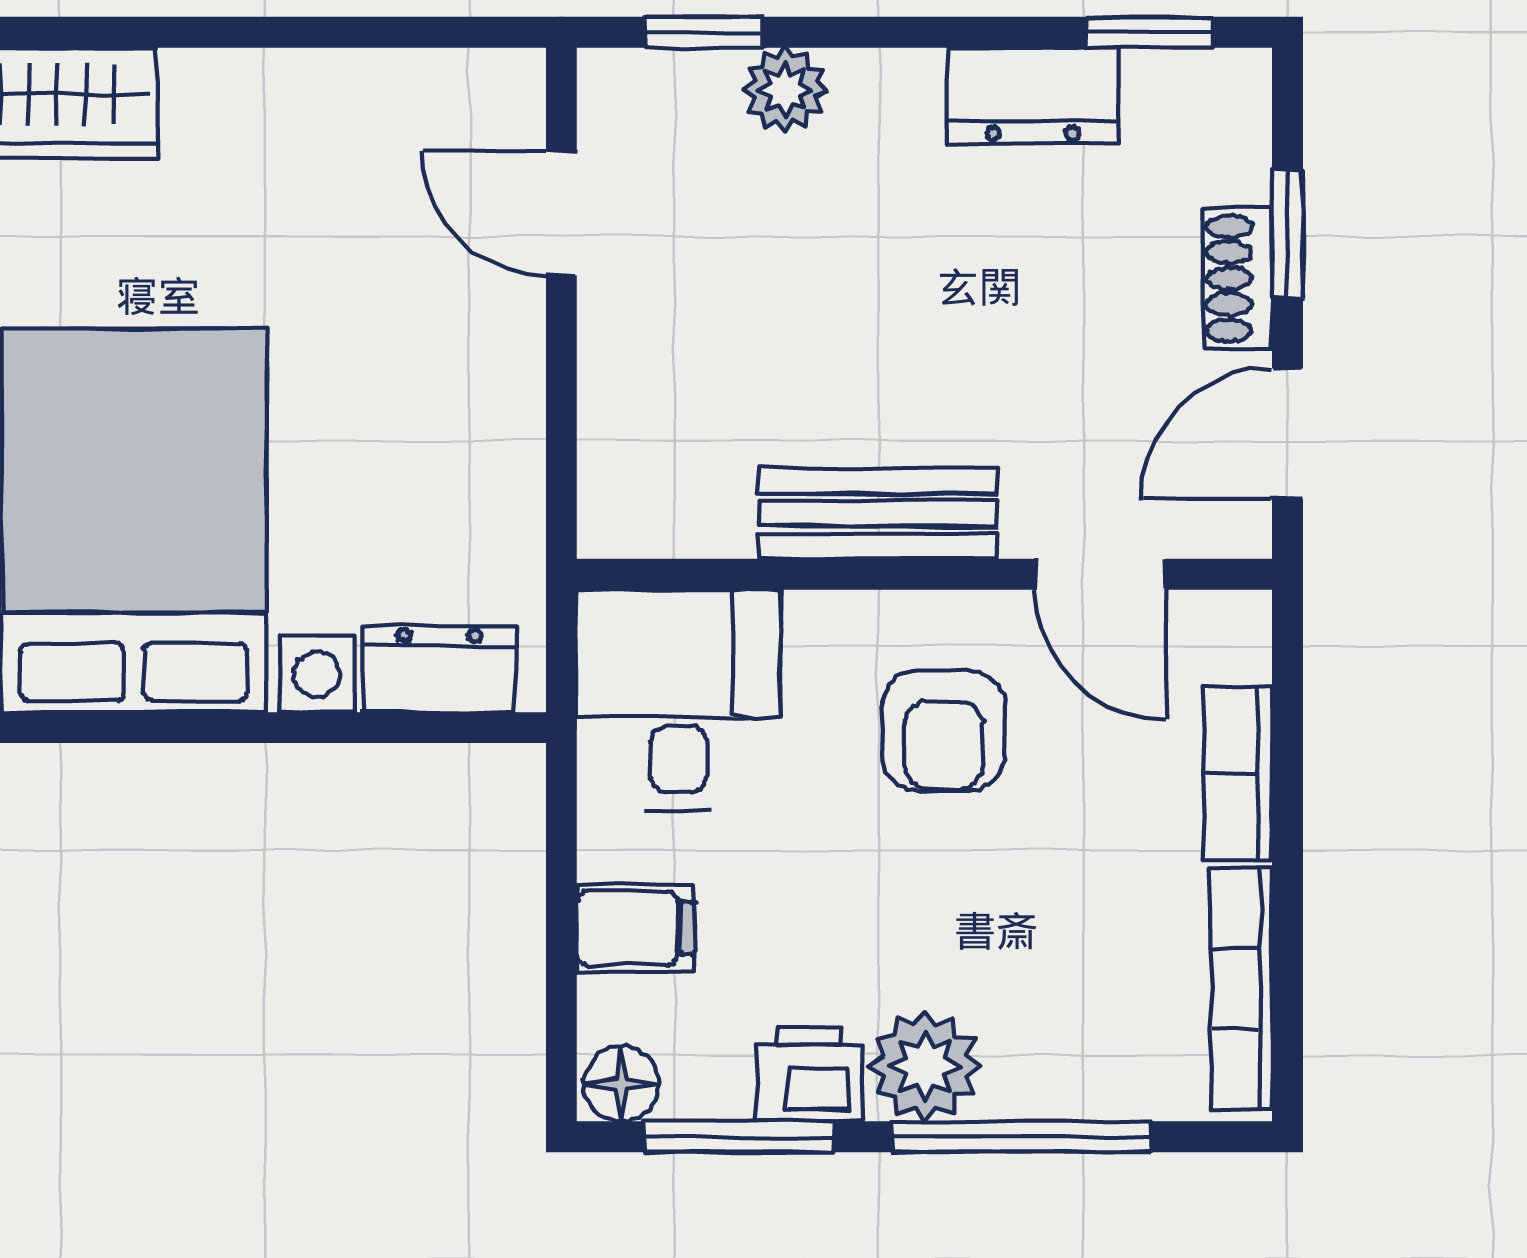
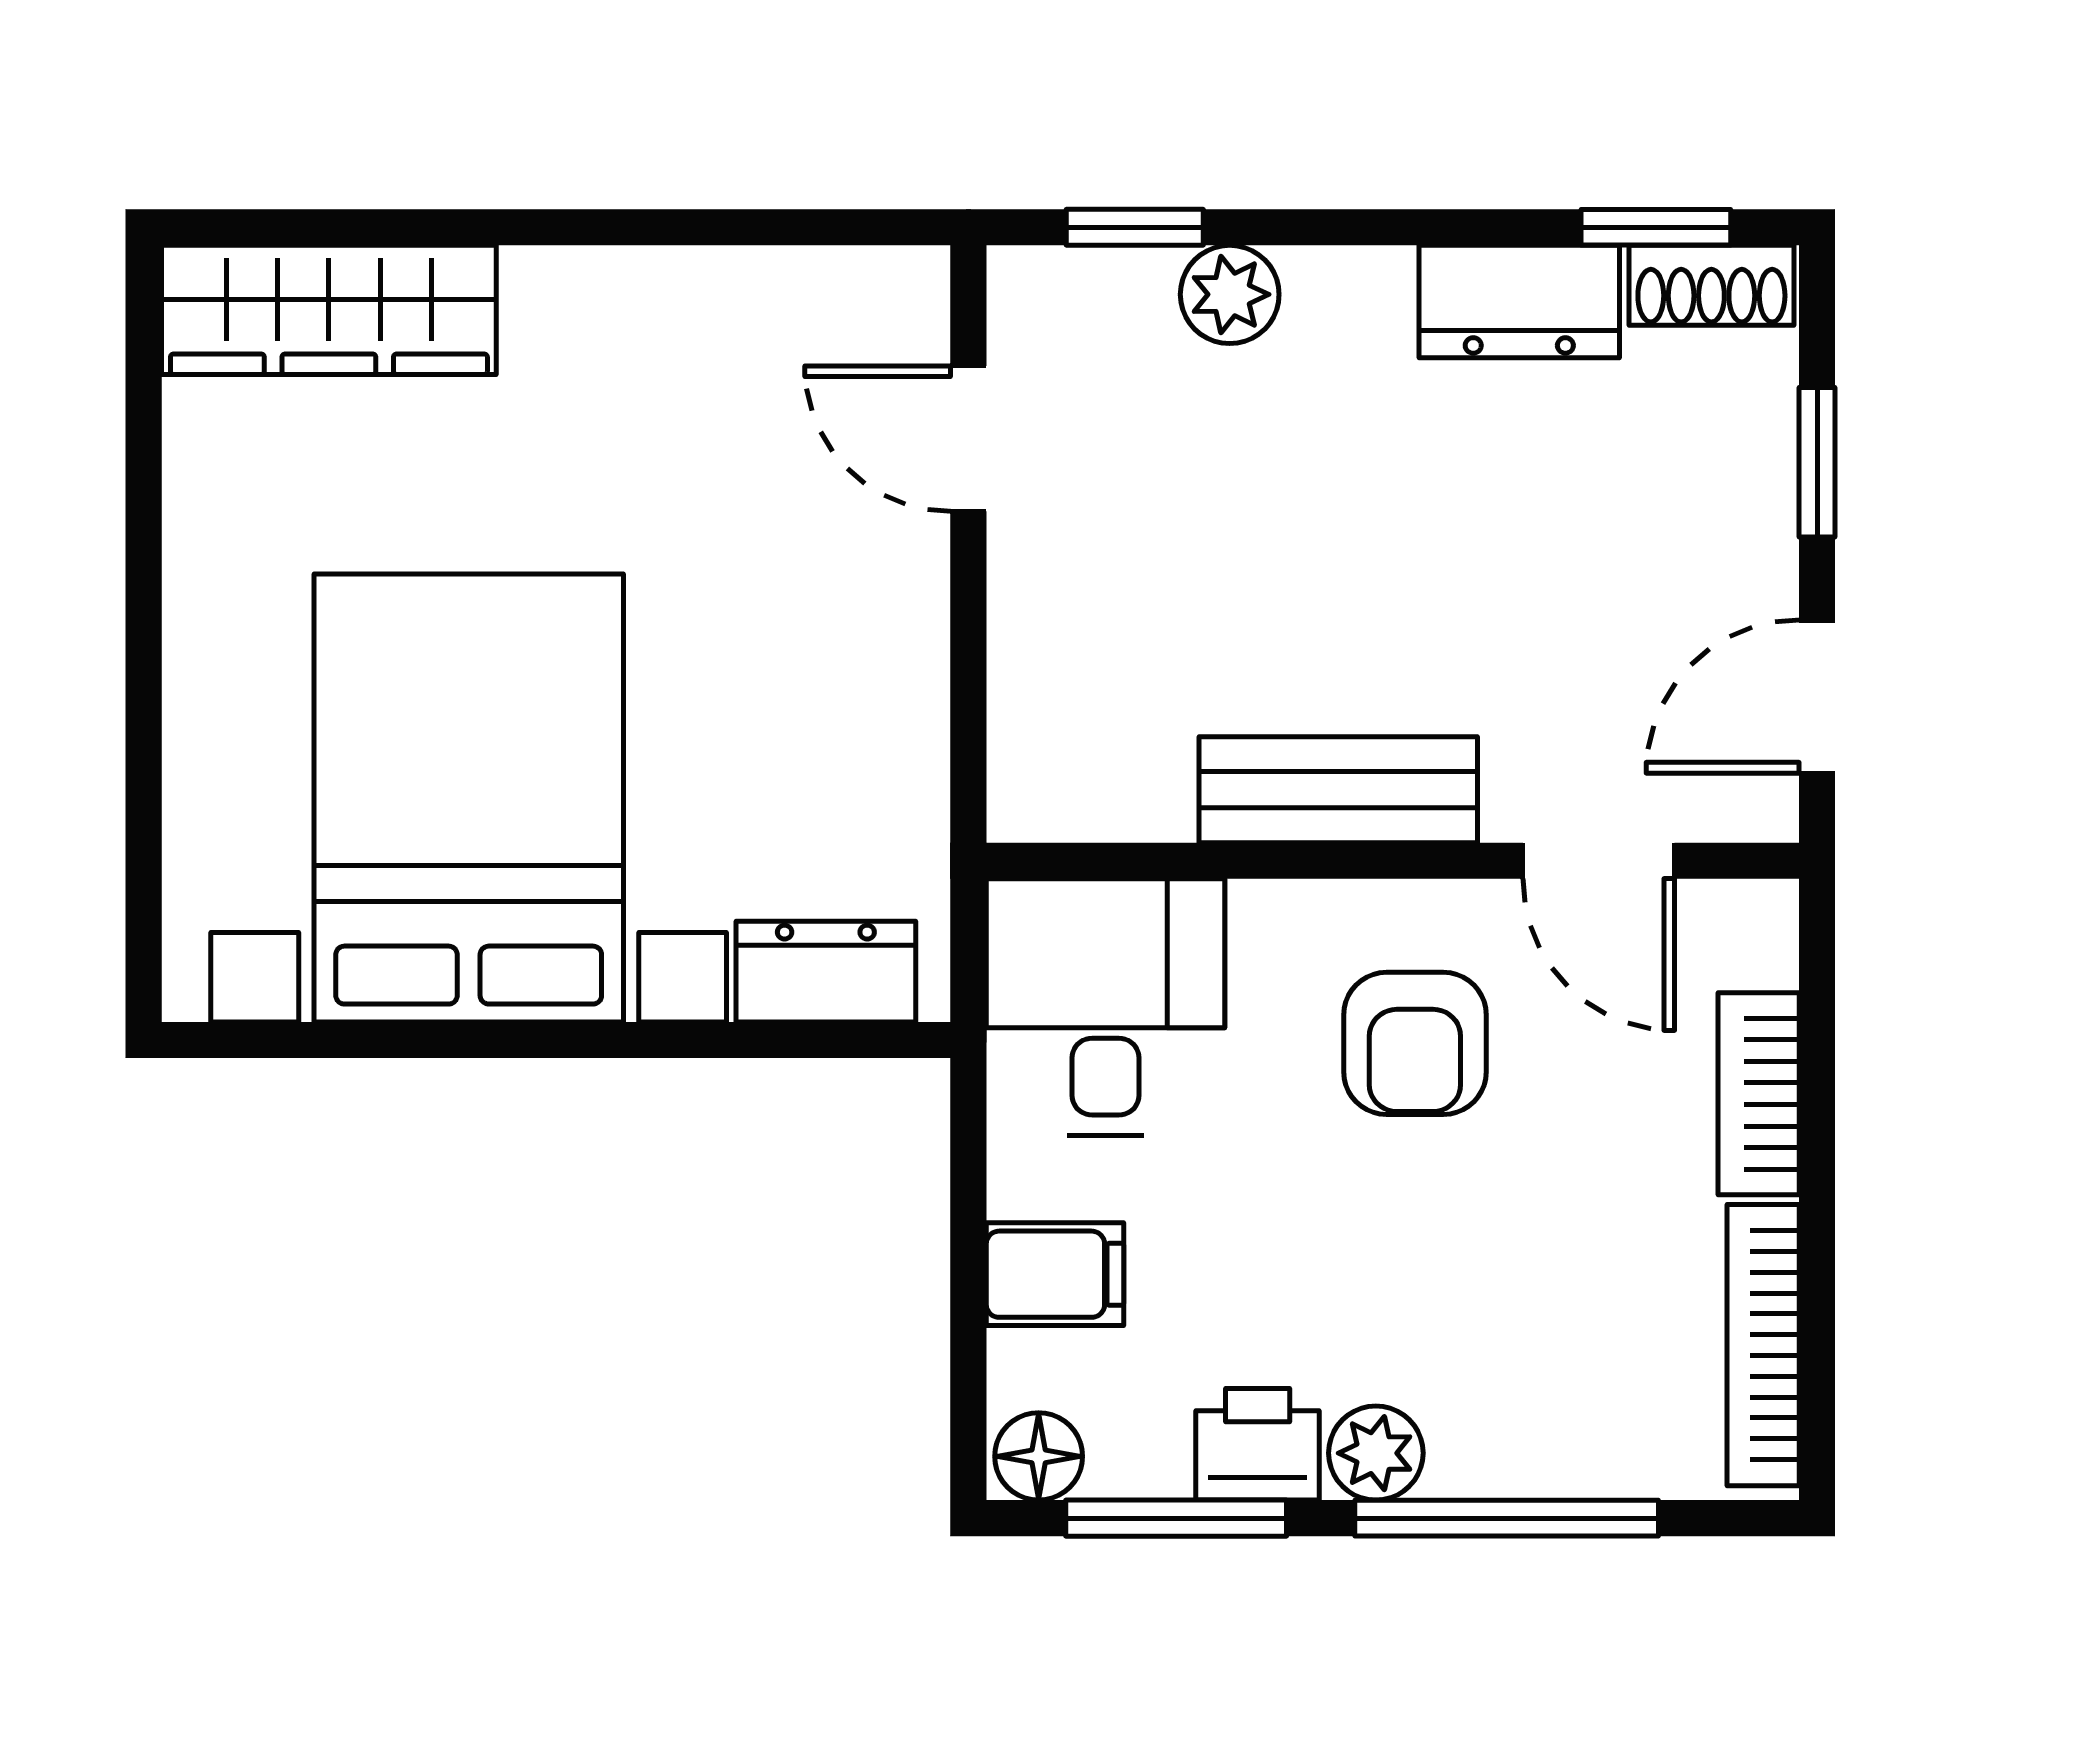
shoe rack: (1238, 278) -> (1711, 285), moved, turned -90
plant: (925, 1066) -> (1376, 1453), width x0.73, depth x0.73

